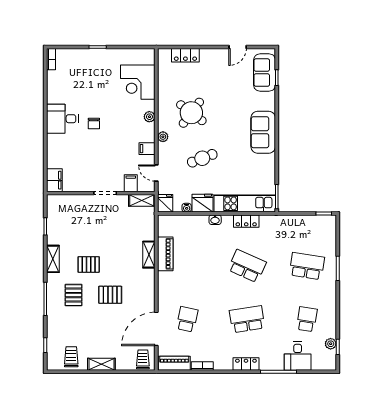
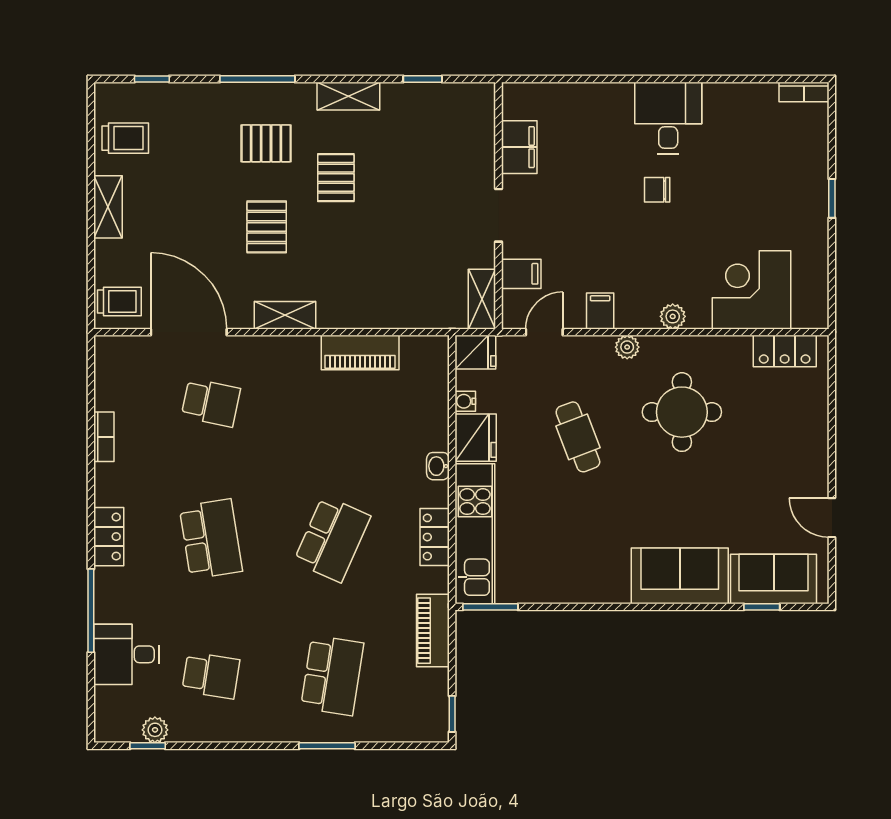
locker: (185, 55) -> (785, 351), moved, turned -90
round table: (191, 113) -> (682, 412), turned -37
sofa: (263, 132) -> (680, 576), moved
filing cabinet: (54, 180) -> (519, 147), moved, turned -90
shelving: (149, 255) -> (285, 315), moved
piano: (174, 363) -> (433, 631), moved, turned 180

